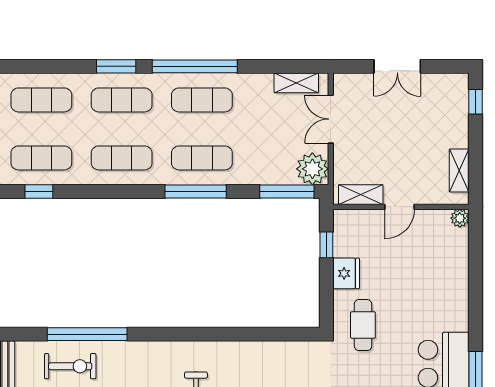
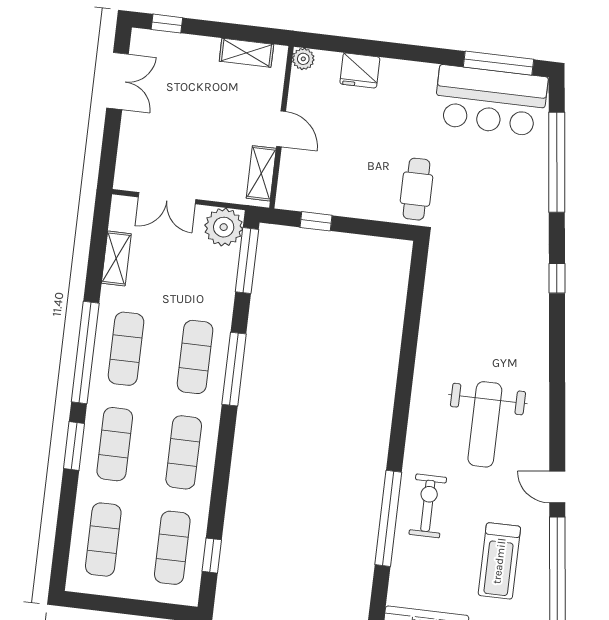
double door: (397, 66) -> (118, 81), moved
shelving: (296, 83) -> (116, 258), moved
fridge: (346, 273) -> (360, 71), moved, turned 180
cafe table: (363, 325) -> (417, 189), turned 90
exercise bike: (70, 366) -> (428, 506), moved

